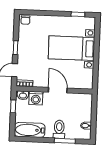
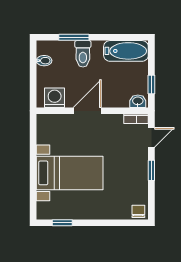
door: (58, 90) -> (87, 111), swing flipped
washing machine: (36, 98) -> (55, 98), moved

